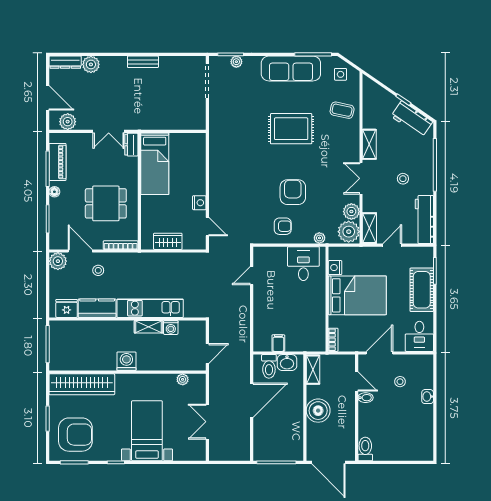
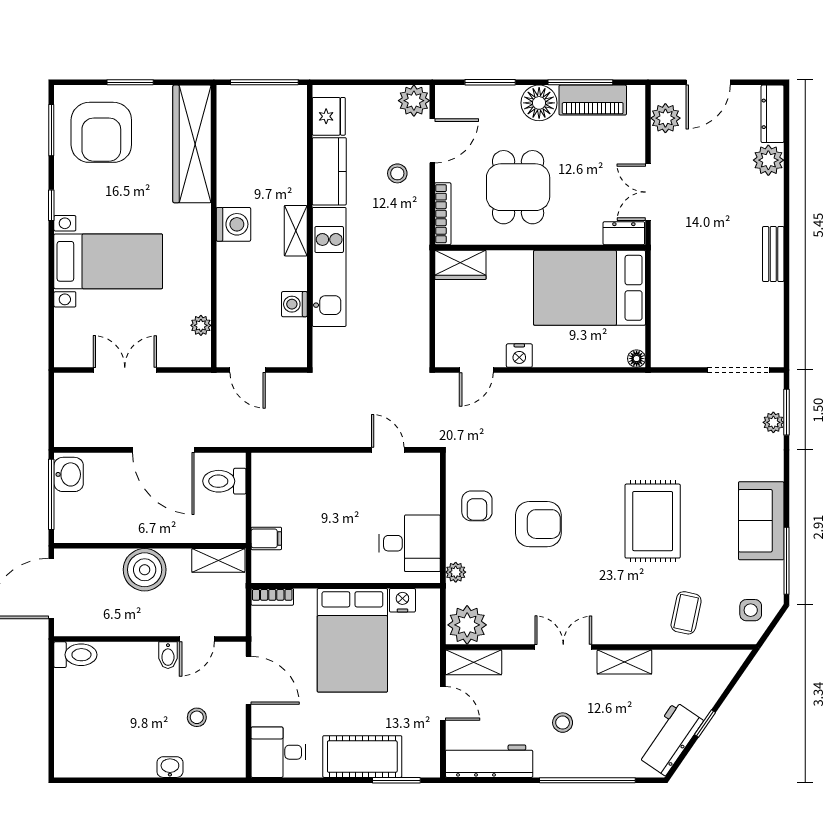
sofa: (291, 68) -> (761, 521), width x0.73
floor lamp: (201, 138) -> (637, 359), added
bed: (155, 164) -> (590, 288), width x1.50
floor lamp: (54, 192) -> (539, 103), width x1.89, depth x1.89
plant: (351, 212) -> (503, 630), removed
wardrobe: (168, 241) -> (460, 265), moved, turned 90
shelving: (149, 327) -> (296, 231), moved
filing cabinet: (278, 343) -> (266, 538), moved
washbasin: (287, 363) -> (69, 474), moved, turned 180

